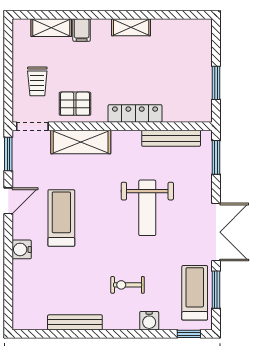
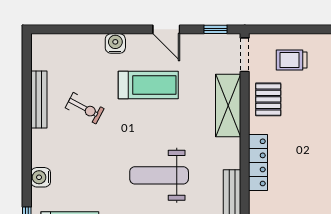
window: (8, 154) -> (216, 29), width x0.67
exercise bike: (128, 285) -> (85, 108), moved, turned 118

